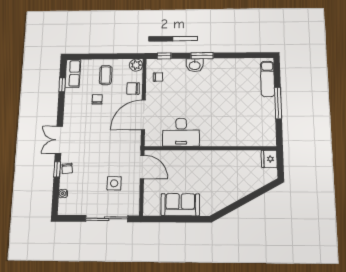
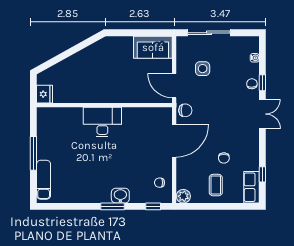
chair: (133, 89) -> (185, 110), moved
desk: (181, 132) -> (102, 122), moved
sofa: (180, 205) -> (153, 47), moved

